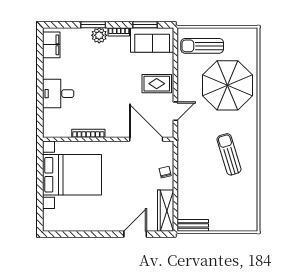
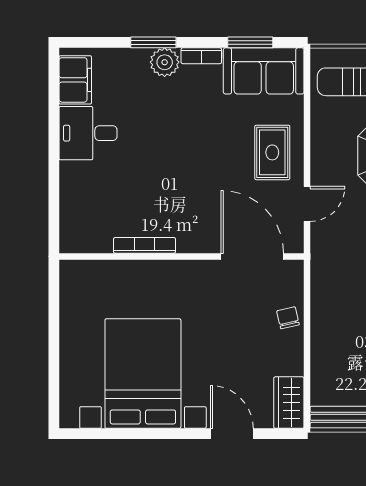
rug: (157, 84) -> (272, 152), turned 90
desk: (58, 94) -> (88, 133), moved
bed with nightstands: (72, 175) -> (143, 374), moved, turned -90
wardrobe: (166, 211) -> (289, 403), width x0.67
door: (135, 234) -> (232, 434), hinge flipped

